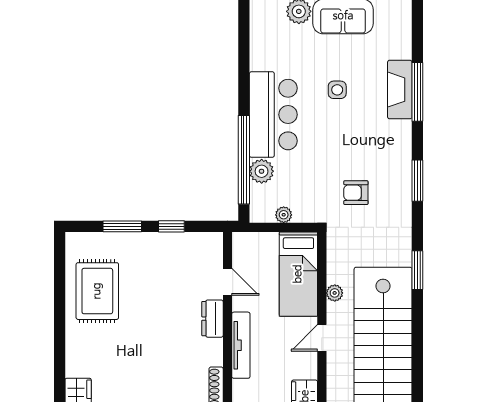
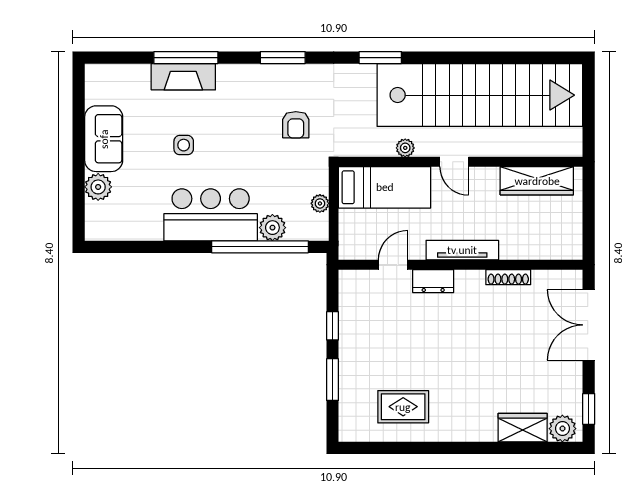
rug: (97, 291) -> (403, 407), width x0.73, depth x0.70

